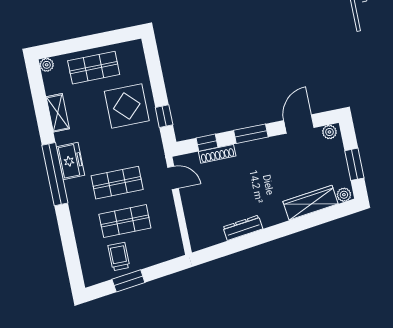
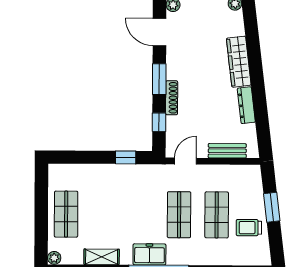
display table: (127, 106) -> (109, 191), removed
shoe rack: (217, 154) -> (172, 98), moved
wardrobe: (311, 203) -> (239, 62), moved
bench: (192, 218) -> (227, 151), added
window: (128, 281) -> (272, 207), moved

